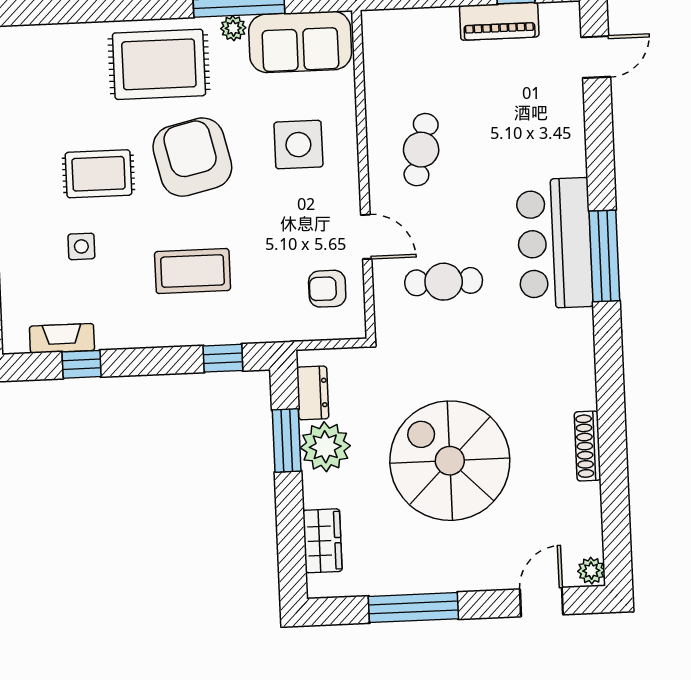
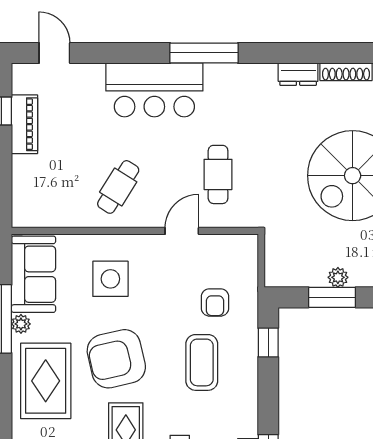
cafe table: (421, 150) -> (118, 187), turned -71
bar counter: (555, 243) -> (154, 90), moved
armchair: (327, 289) -> (215, 302), moved
dresser: (313, 393) -> (298, 74), moved, turned 180
plant: (325, 447) -> (338, 277), width x0.53, depth x0.53

